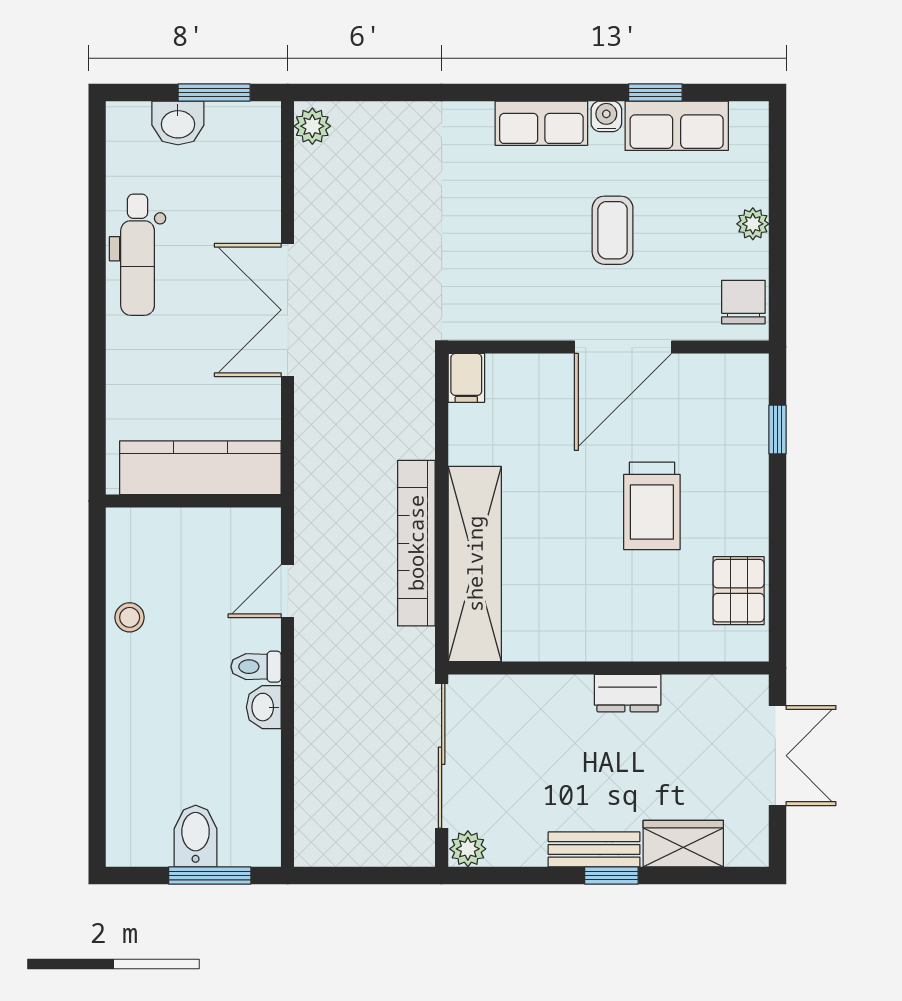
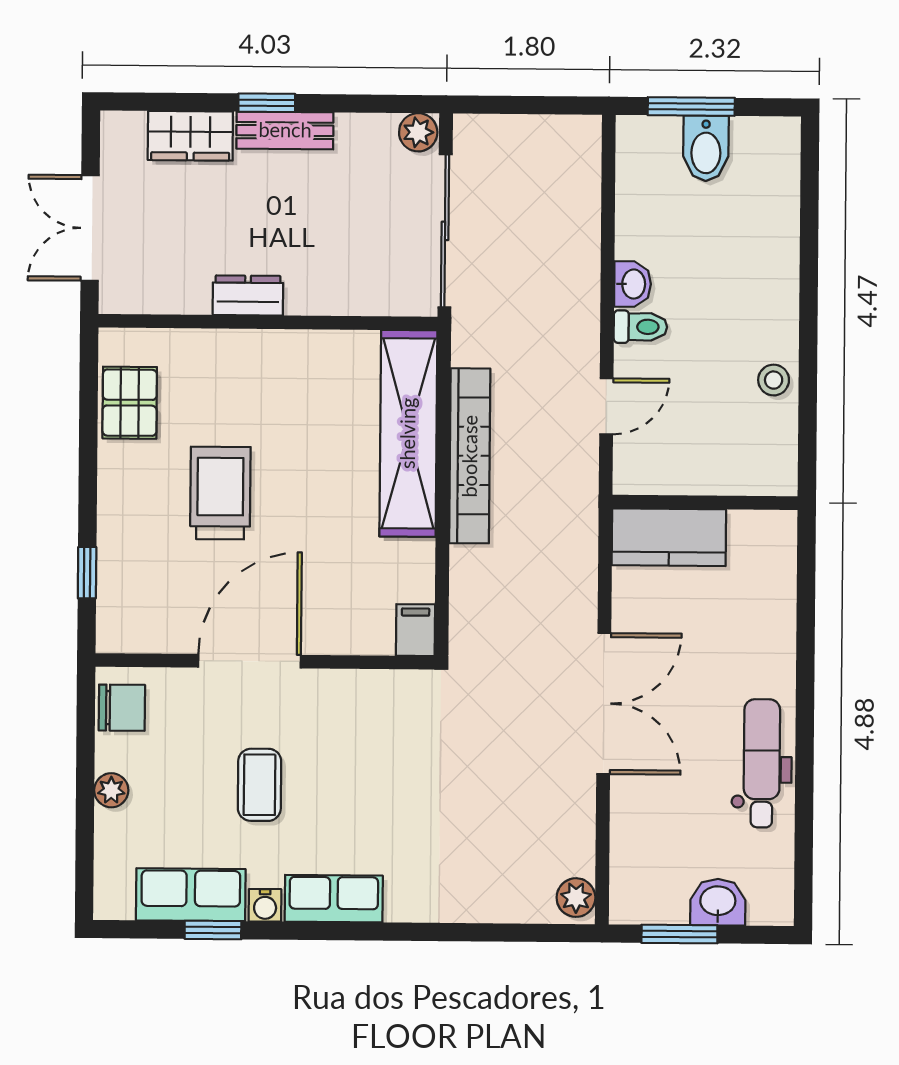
chair: (743, 302) -> (122, 708), turned -90
kitchen counter: (200, 468) -> (669, 537), width x0.67

